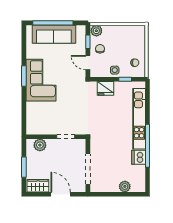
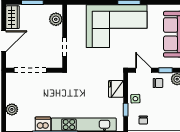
door: (88, 63) -> (143, 70), hinge flipped
corner sofa: (41, 80) -> (117, 26), width x1.36, depth x1.36

